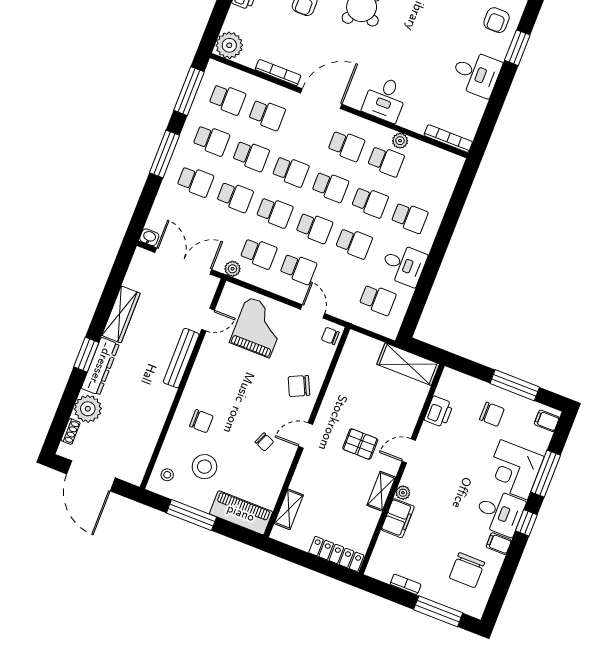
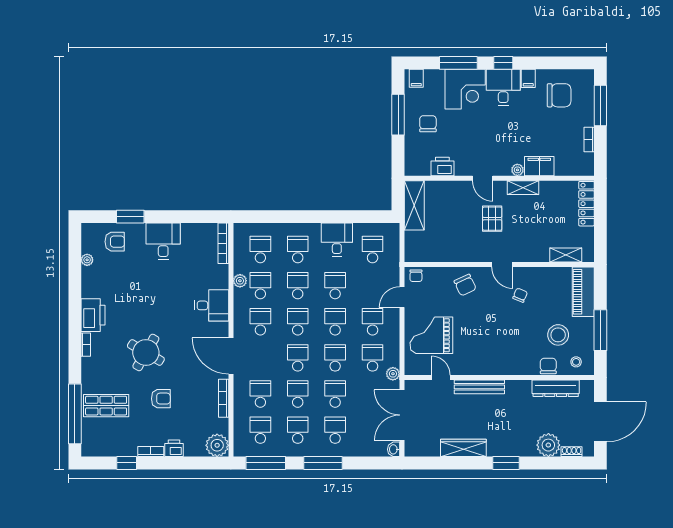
school desk: (426, 176) -> (260, 249), added
dresser: (100, 366) -> (556, 388), moved, turned 180
chair: (201, 421) -> (548, 366), moved

